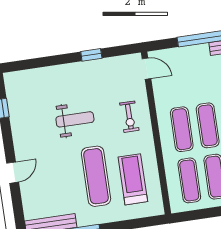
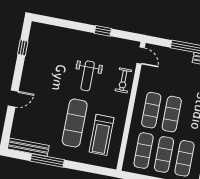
exercise bike: (129, 117) -> (123, 80), moved
weight bench: (75, 119) -> (88, 76), moved, turned 90
treadmill: (133, 179) -> (101, 135), turned 180

